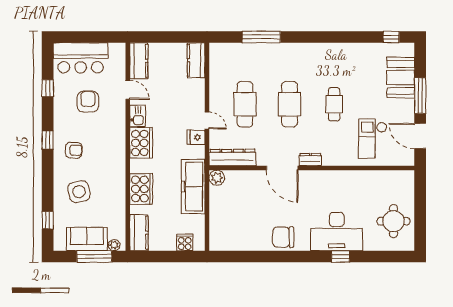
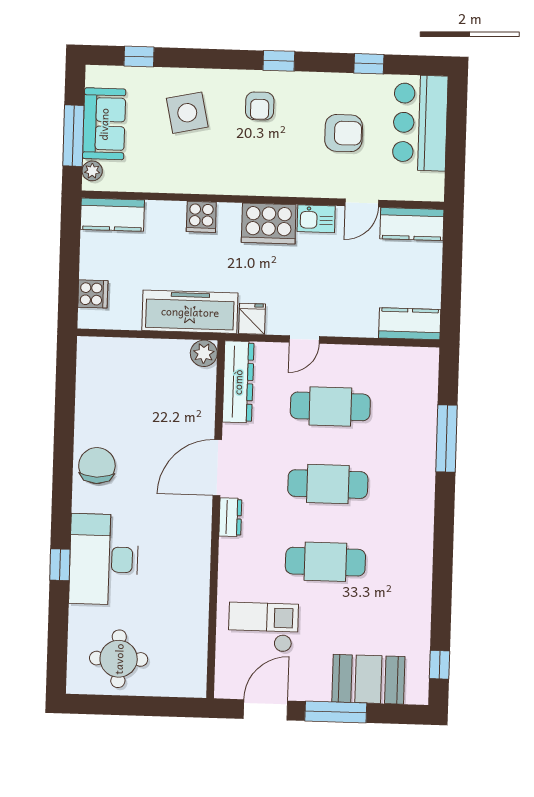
cafe table: (334, 104) -> (325, 562), width x1.37, depth x1.35
fridge: (196, 137) -> (252, 319), moved
cooker: (141, 189) -> (201, 217), width x0.53, depth x0.76

